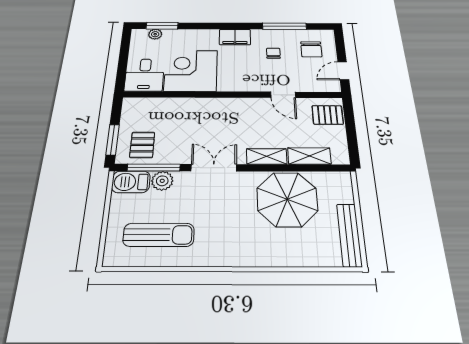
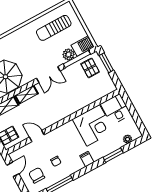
window: (162, 26) -> (113, 155), moved
filing cabinet: (235, 37) -> (87, 159), width x0.50

